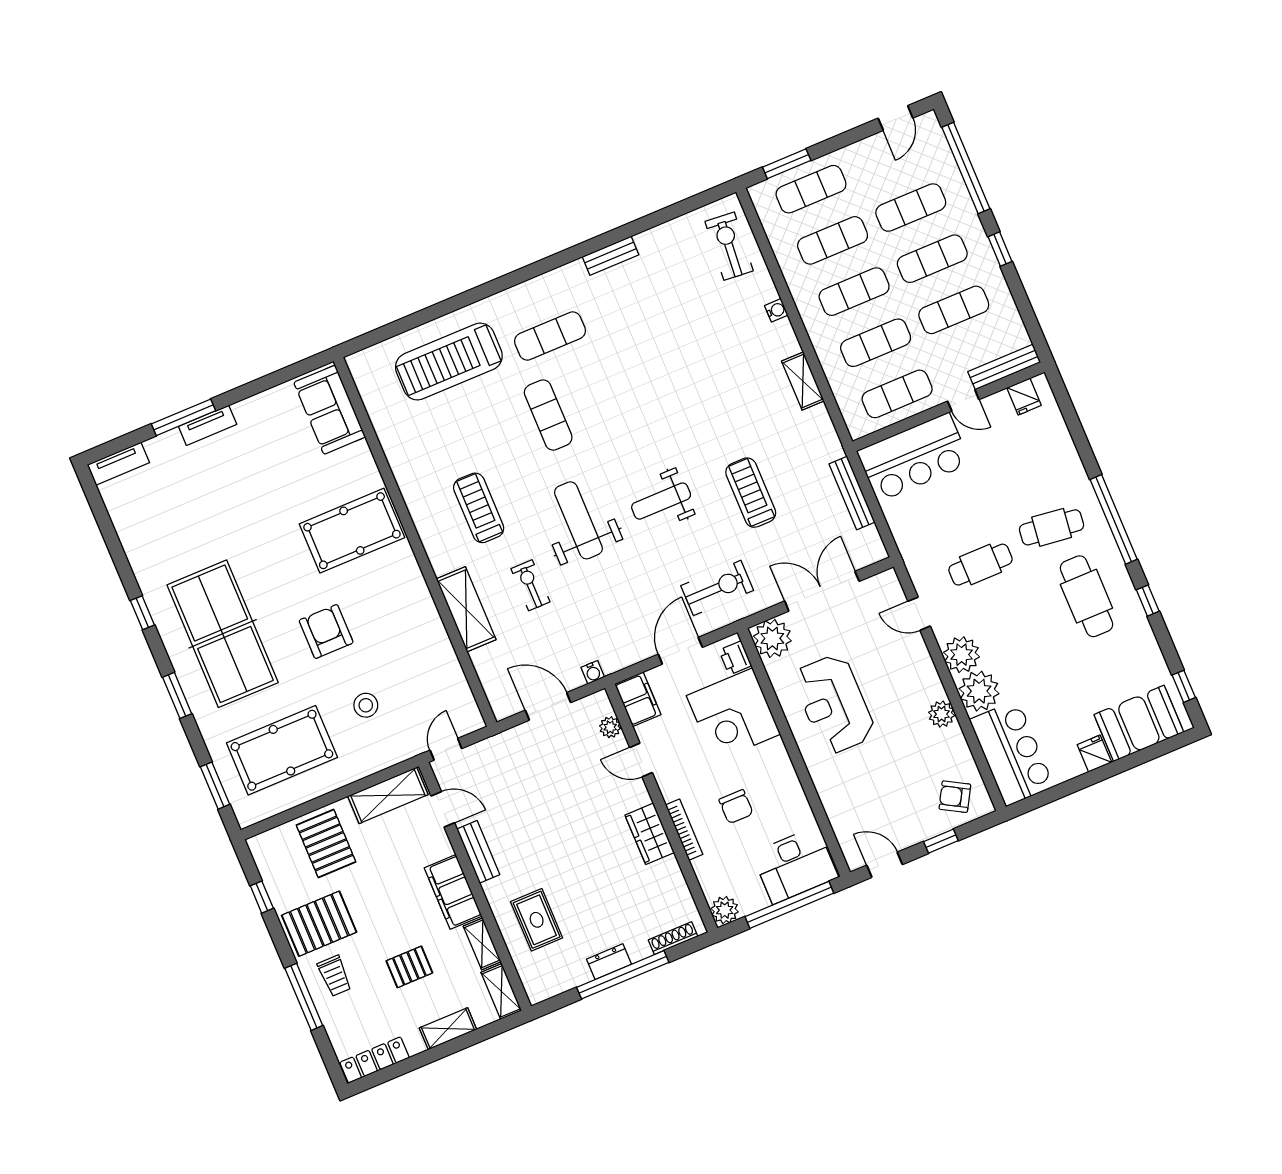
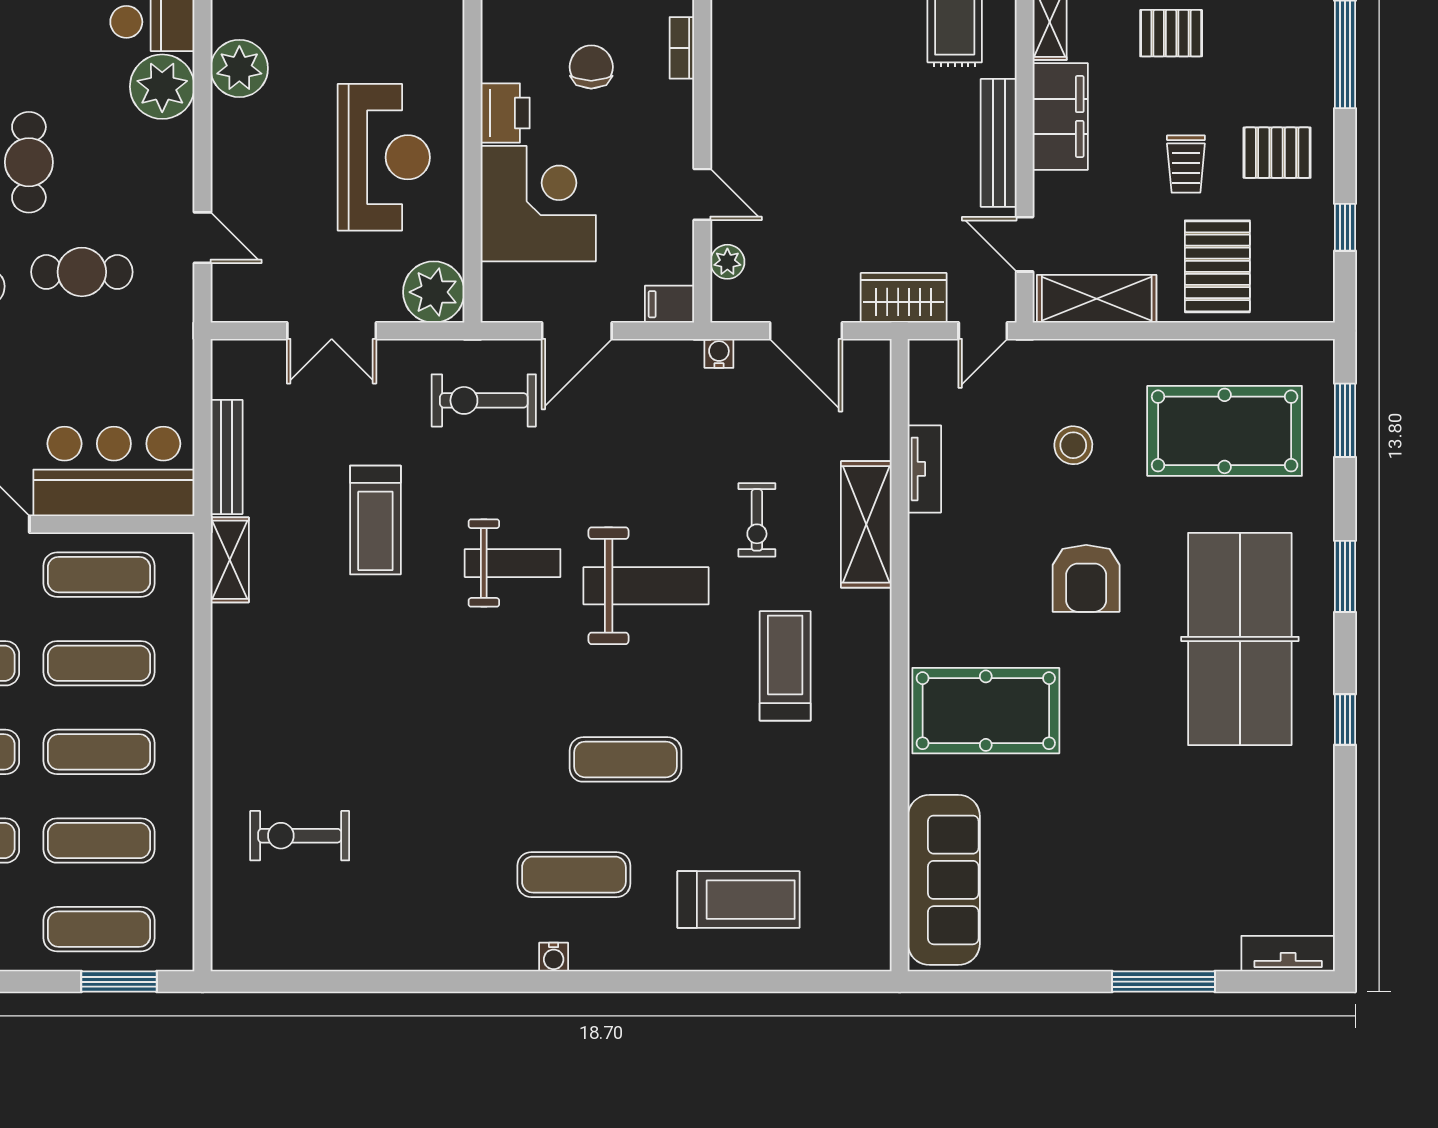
exercise bike: (729, 246) -> (300, 836), moved, turned 85
bench: (611, 256) -> (435, 955), removed
water cooler: (776, 310) -> (554, 957), moved, turned -90
treadmill: (449, 362) -> (738, 900), width x0.73, depth x0.73
shelving: (803, 381) -> (230, 560), moved
sofa: (330, 410) -> (944, 880), width x1.36
exercise mat: (548, 415) -> (625, 759), turned 90
tv unit: (208, 425) -> (924, 469), moved, turned 90
treadmill: (479, 508) -> (785, 666), turned 180
weight bench: (578, 520) -> (646, 586), turned -90
double door: (822, 591) -> (332, 331), width x0.73
cafe table: (1038, 615) -> (29, 162), added
plant: (962, 655) -> (165, 151), removed
printer: (735, 658) -> (505, 113), moved, width x1.36, depth x1.24
filing cabinet: (638, 699) -> (669, 304), width x0.50
plant: (942, 714) -> (239, 68), width x1.36, depth x1.36
bookcase: (684, 830) -> (682, 48), width x0.64
wardrobe: (650, 834) -> (904, 298), moved, turned -90
bench: (478, 852) -> (999, 143), width x1.36
pallet: (319, 924) -> (1277, 153), width x0.67, depth x0.71
trolley: (335, 976) -> (1186, 164), moved, turned 180

